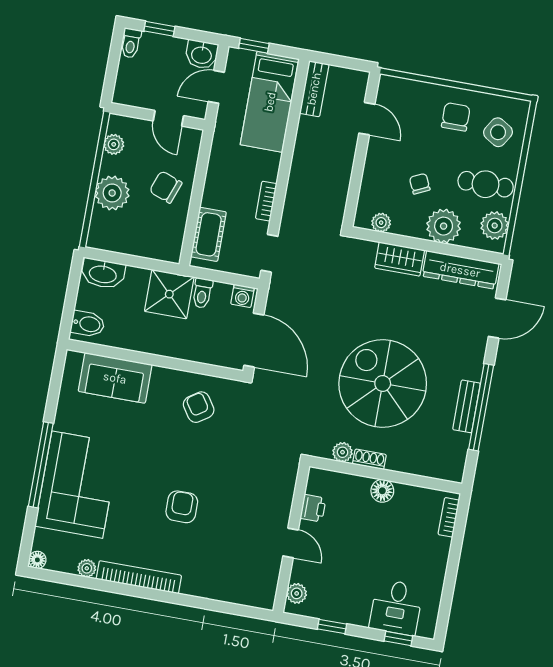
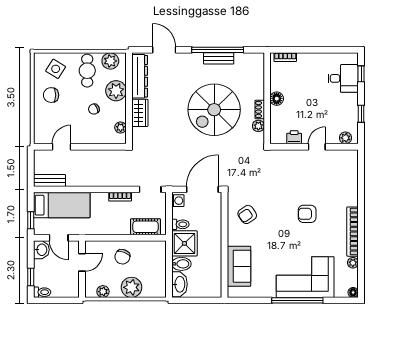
bidet: (88, 324) -> (181, 264), moved, turned 90

